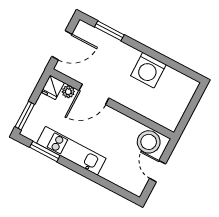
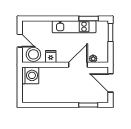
door: (62, 45) -> (110, 83), hinge flipped
washing machine: (148, 70) -> (30, 75), moved, turned 90
fridge: (53, 87) -> (51, 57), moved

